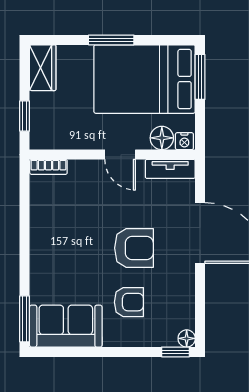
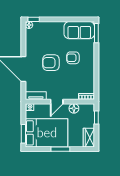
floor lamp: (162, 138) -> (74, 108), moved
door: (120, 155) -> (57, 102), swing flipped
armchair: (129, 302) -> (73, 58), moved

